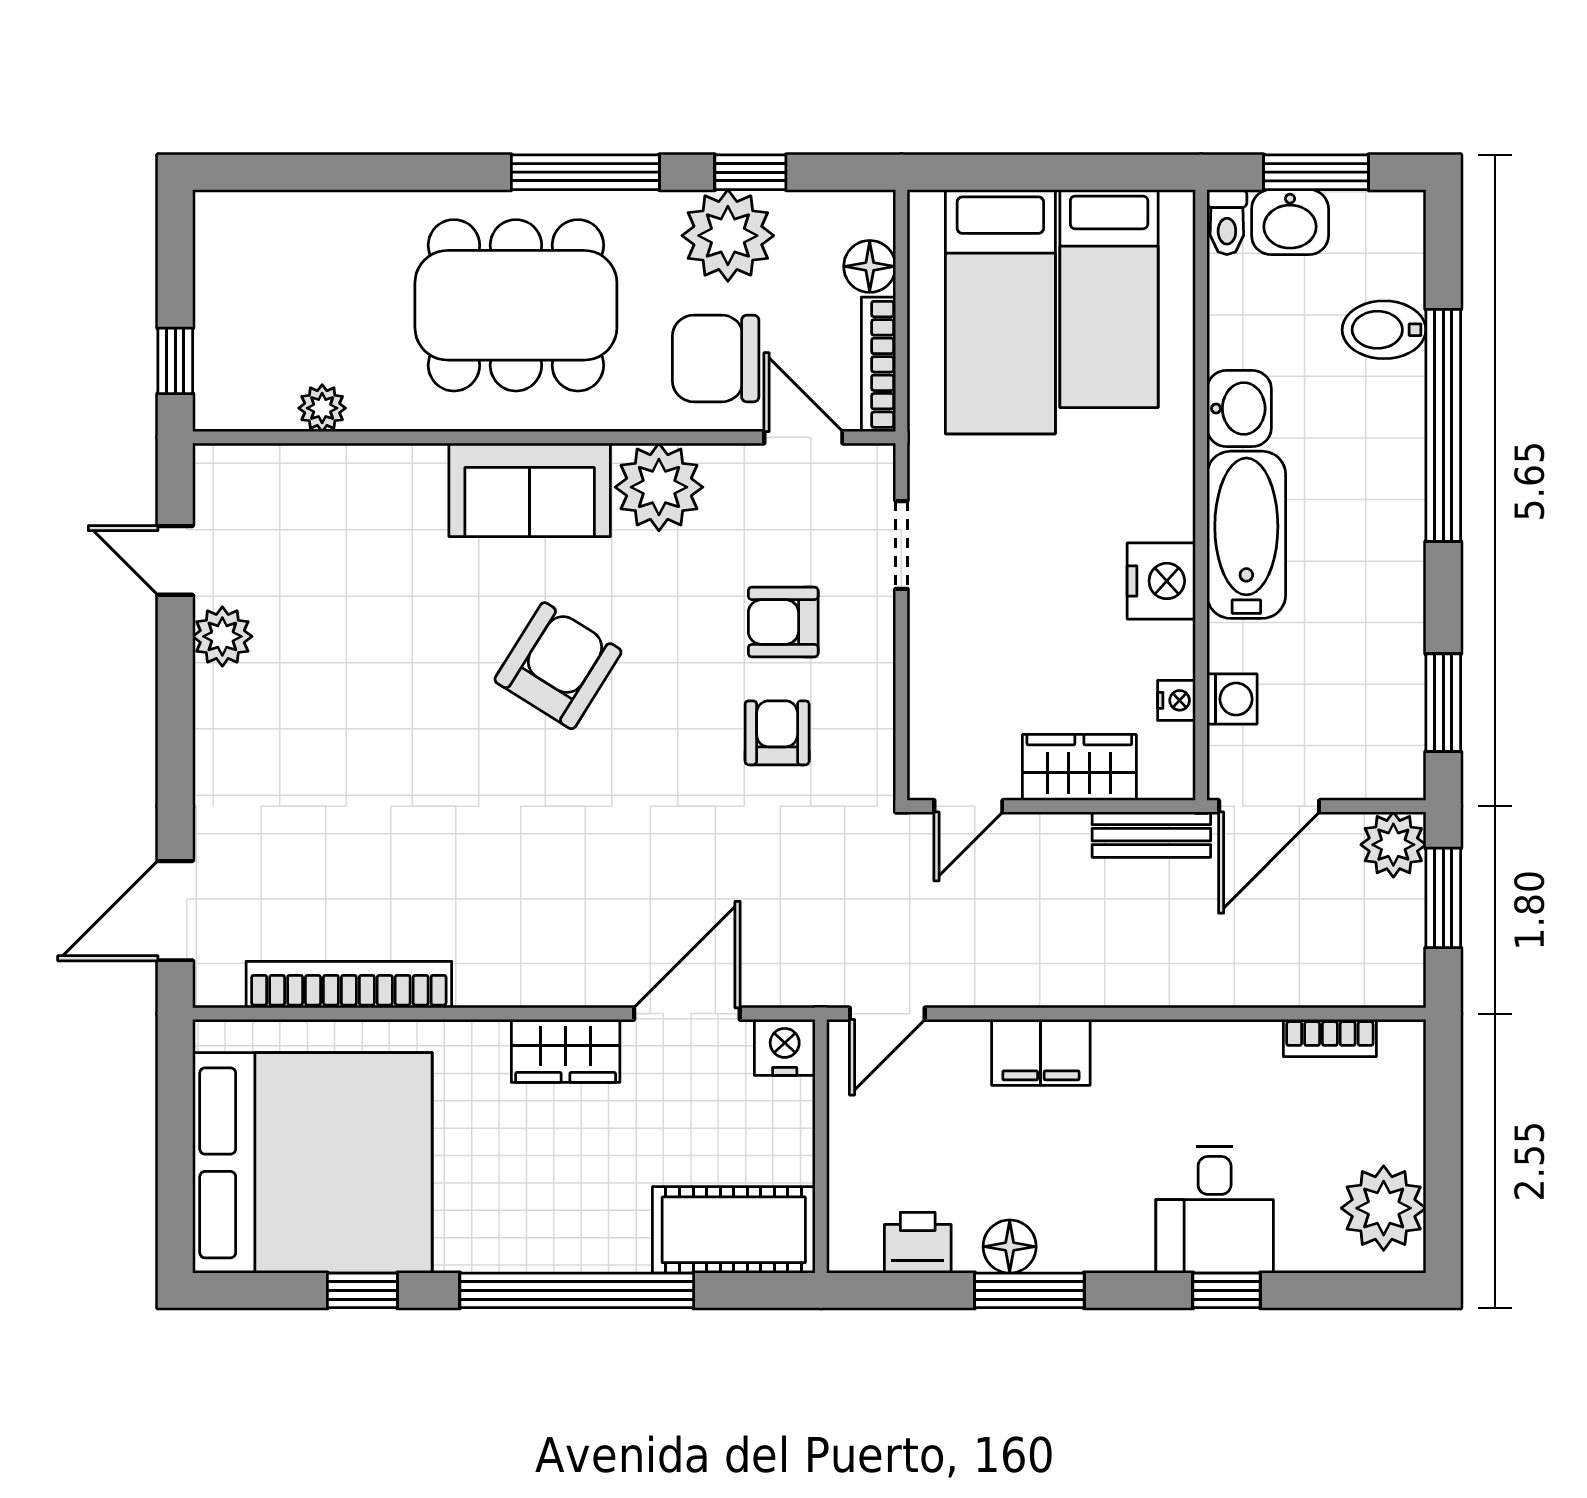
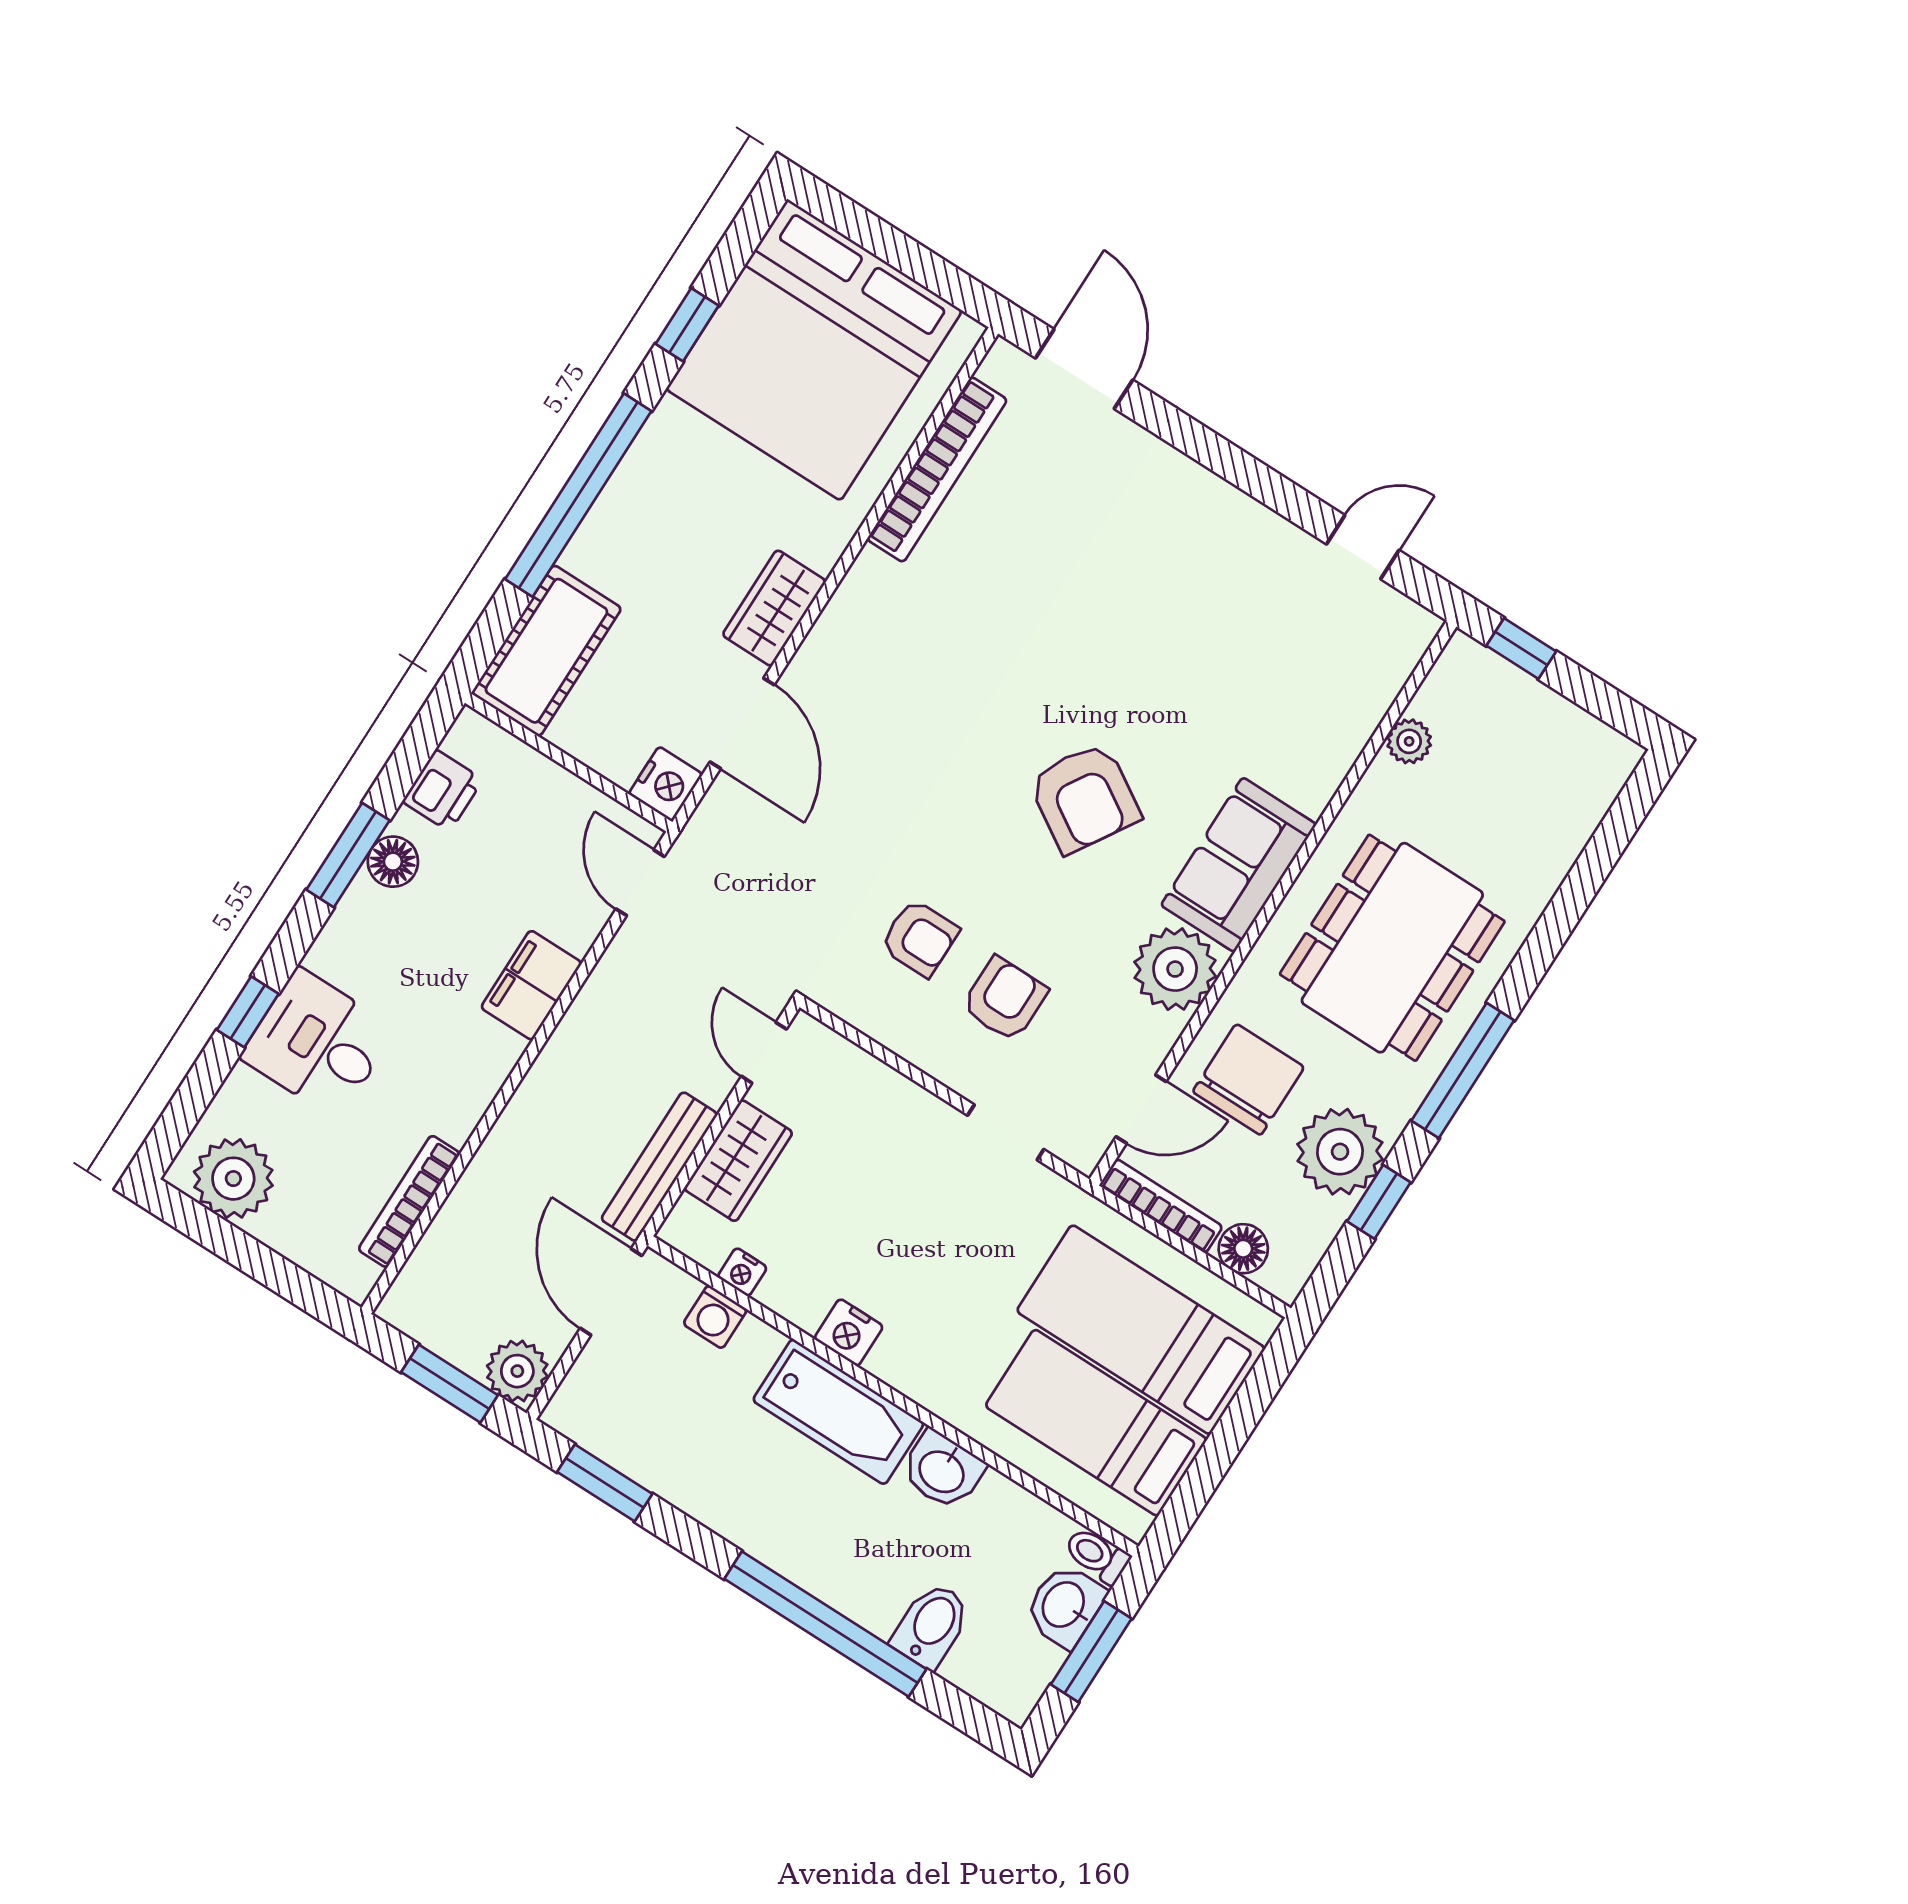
nightstand: (1161, 581) -> (849, 1332), width x0.74, depth x0.75
plant: (222, 636) -> (1278, 546), removed
bench: (1151, 835) -> (659, 1167), width x1.36
bookcase: (1330, 1038) -> (409, 1201), width x1.56

